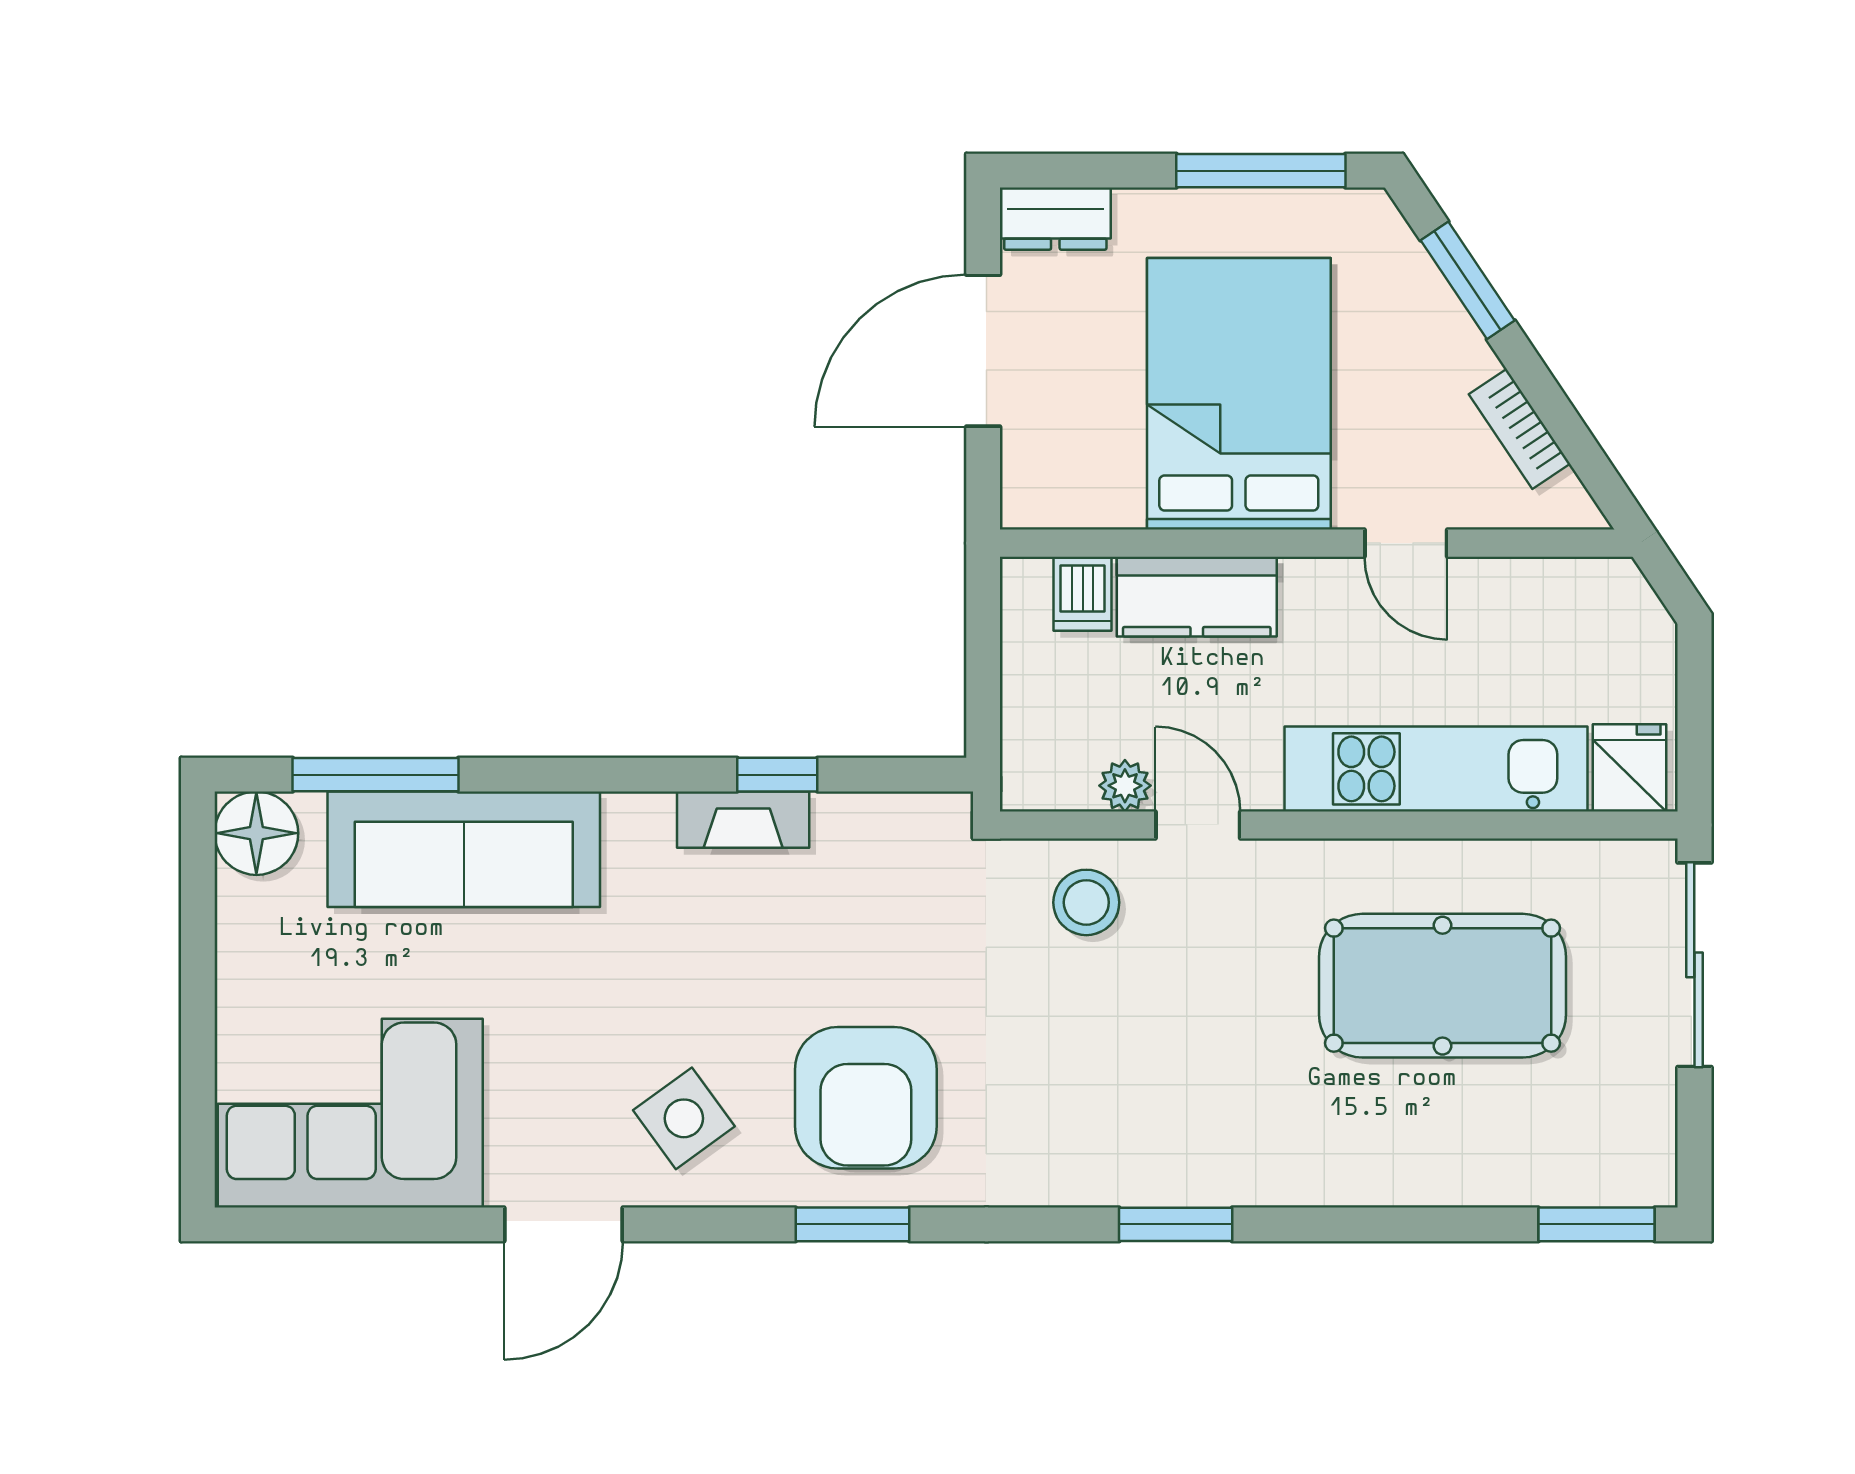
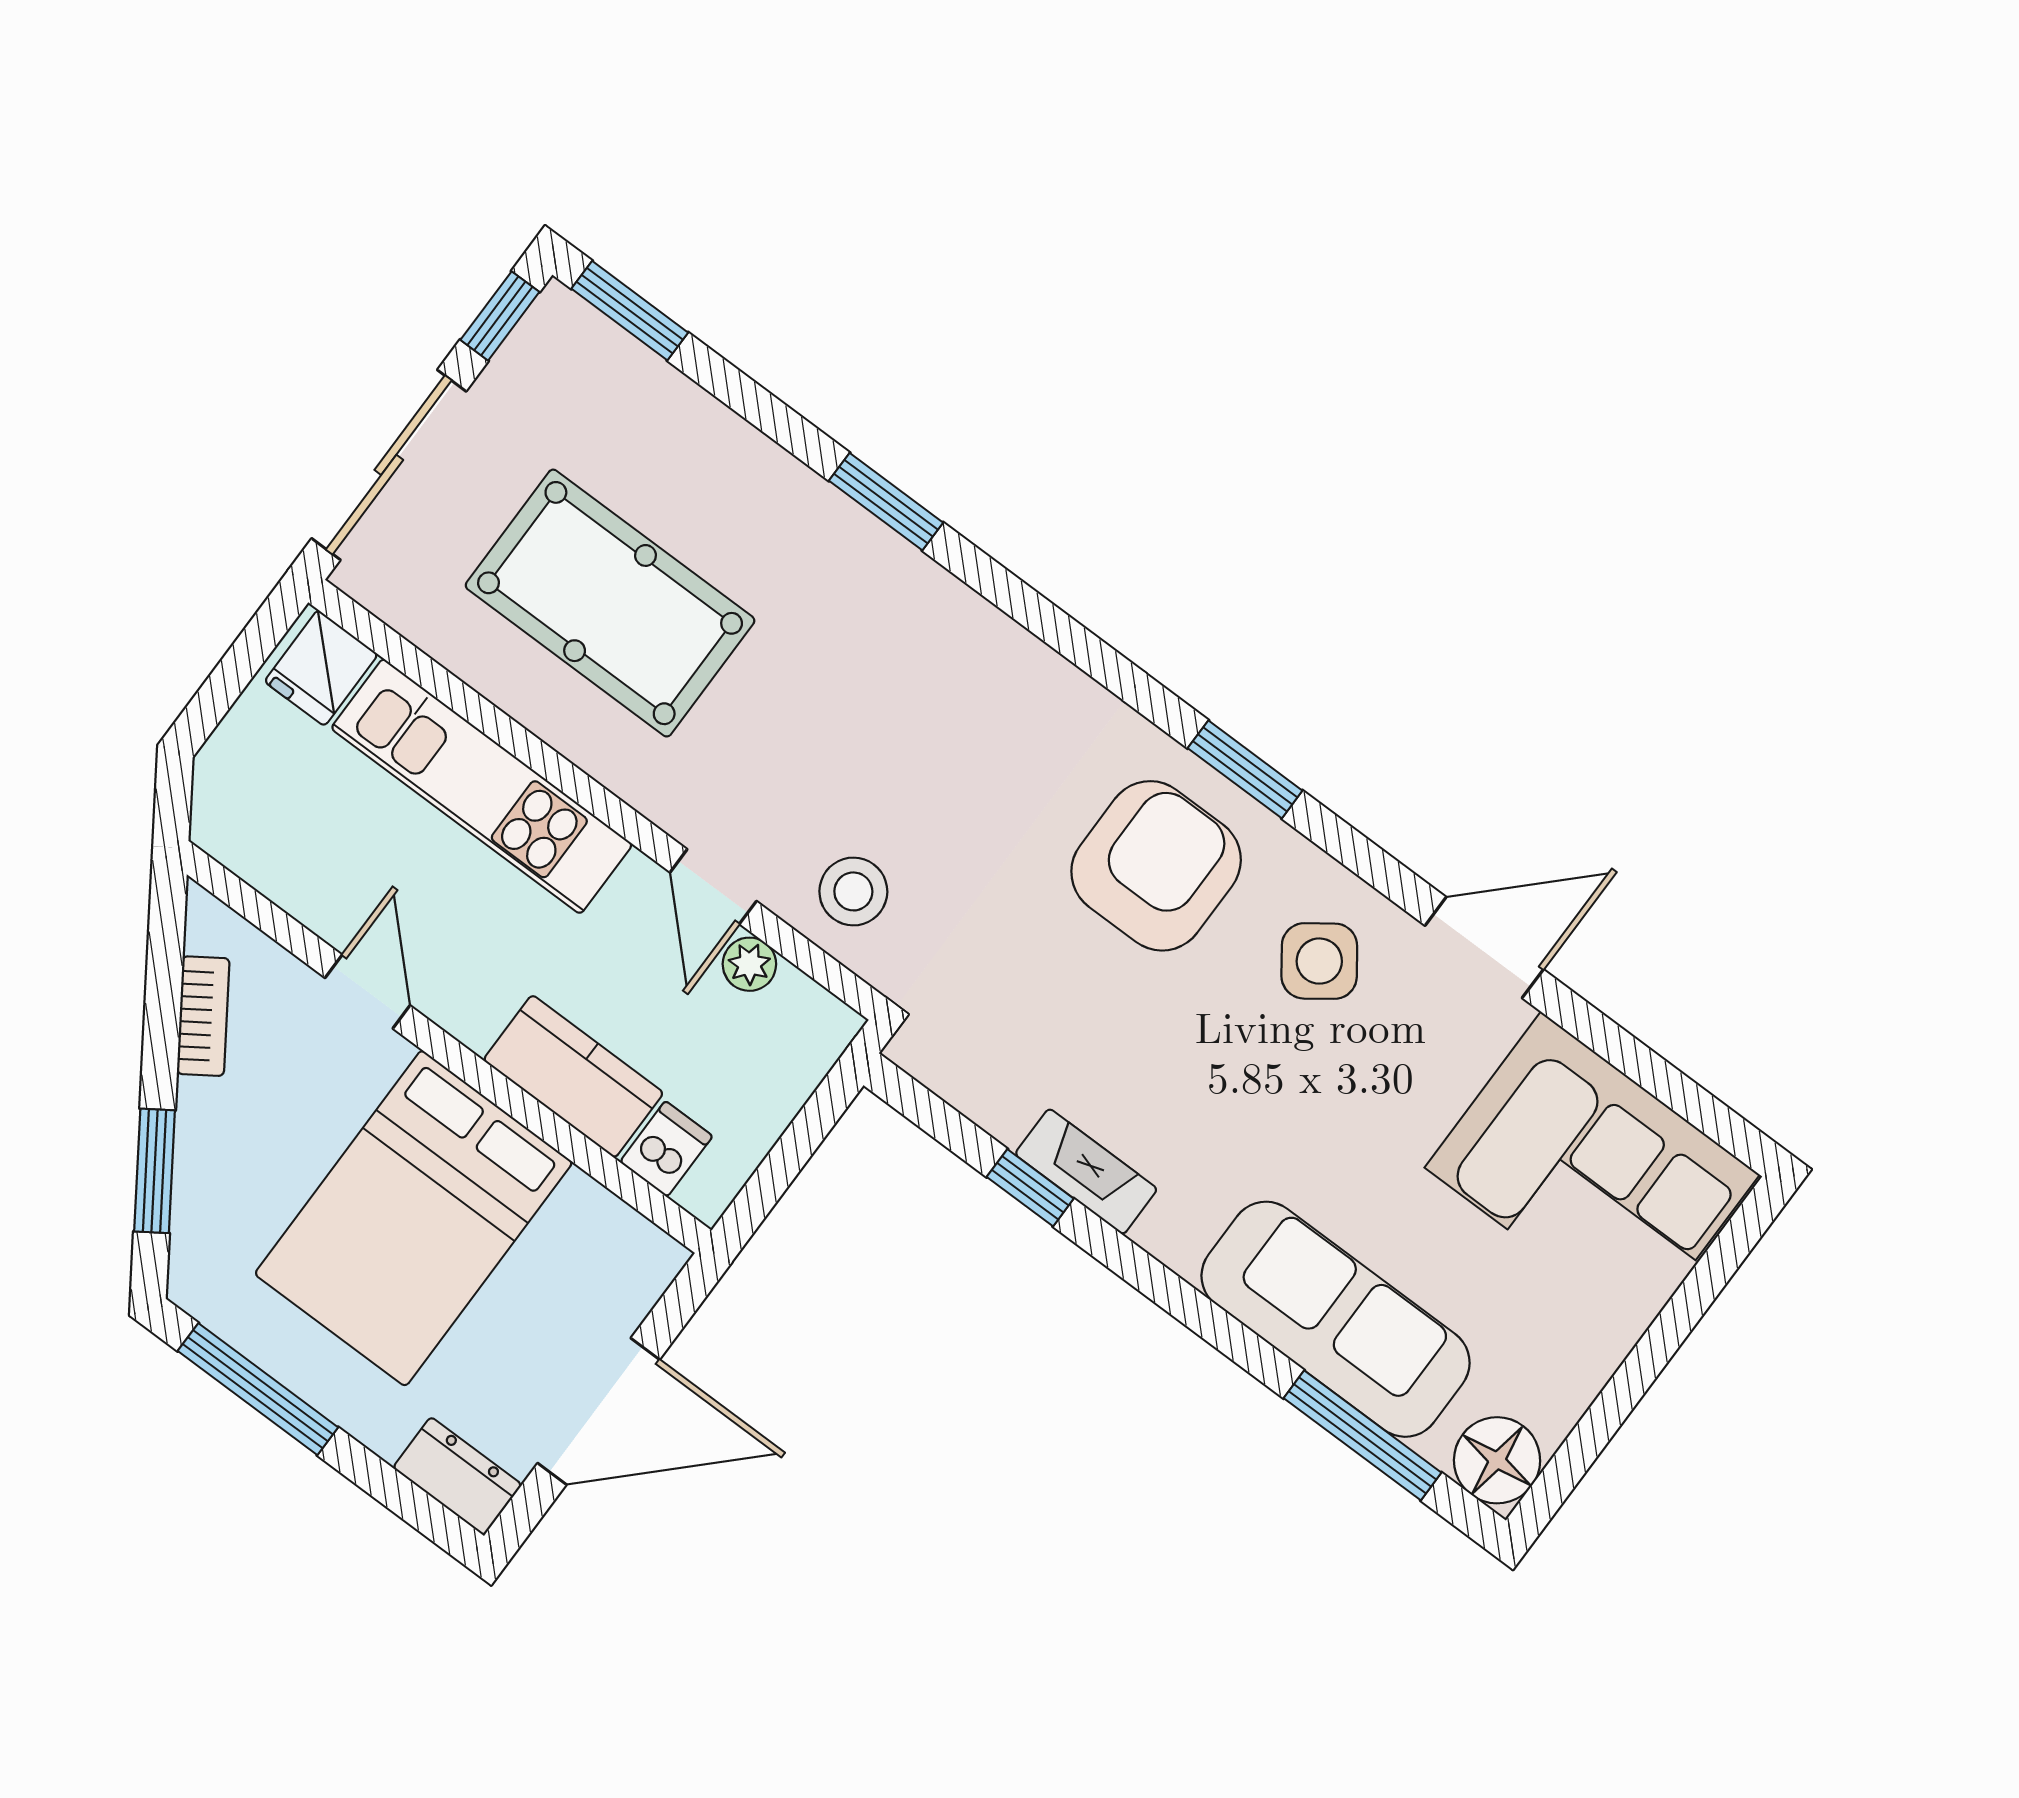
window: (1694, 1145) -> (500, 316), added
window: (1176, 1224) -> (886, 502), moved

